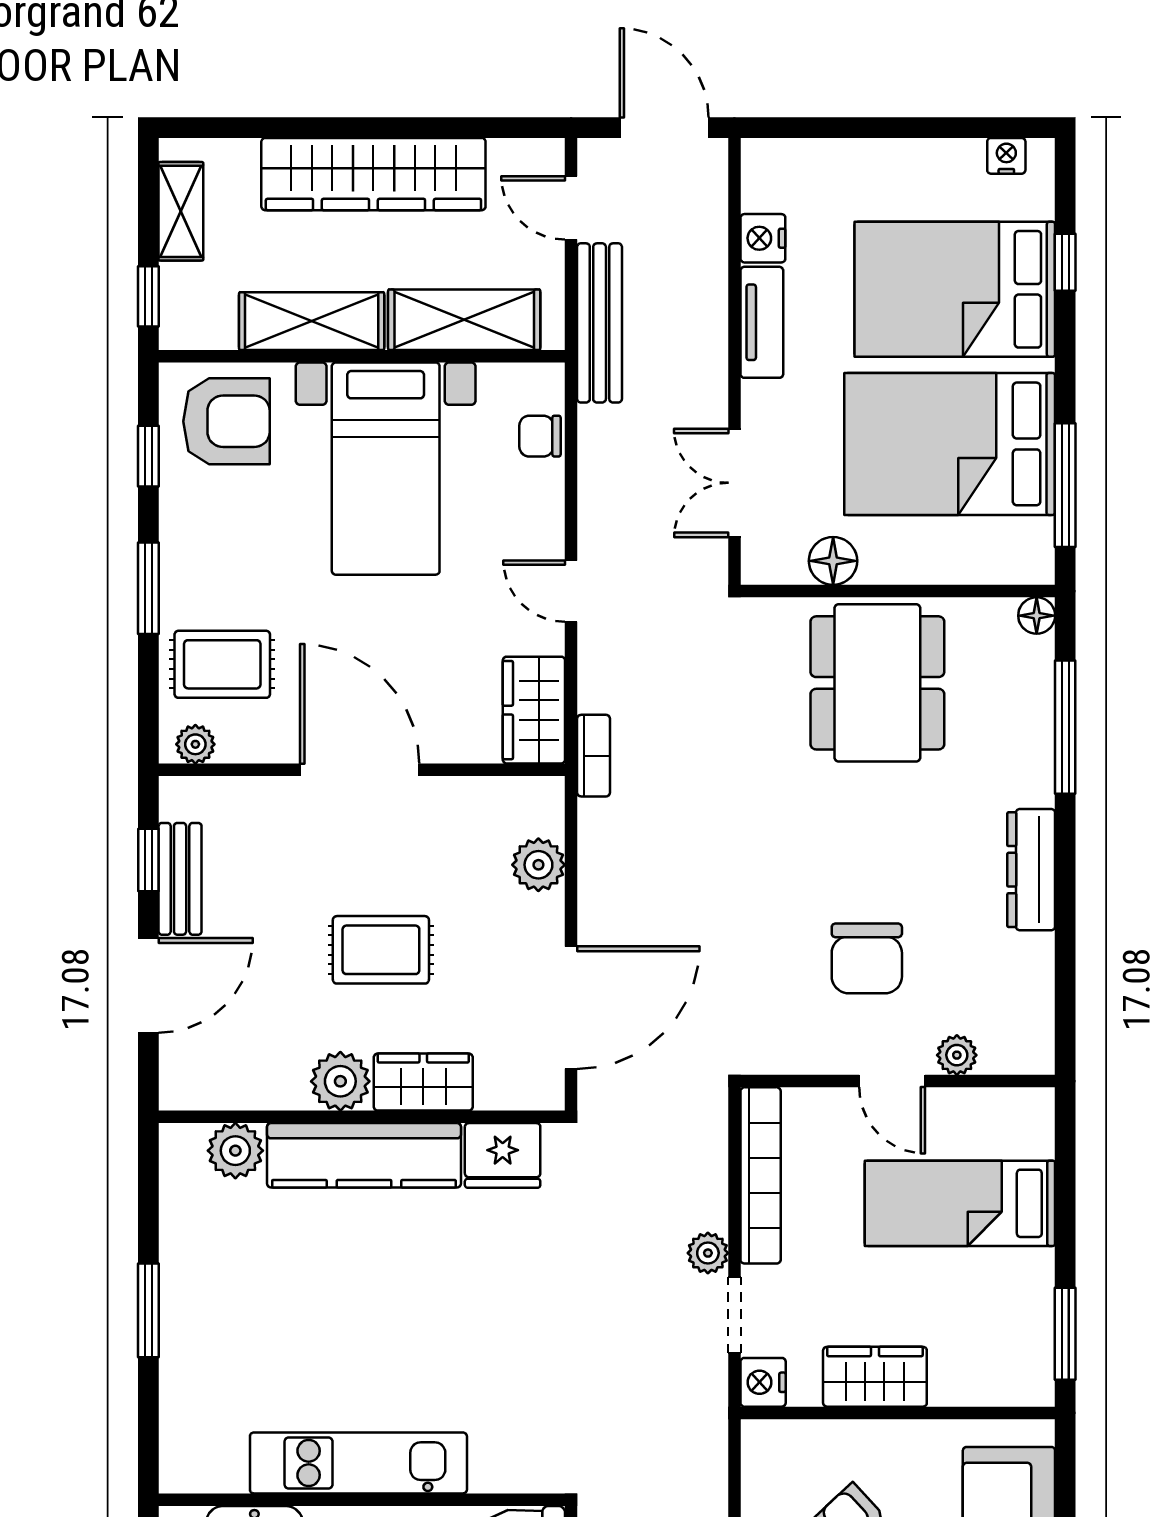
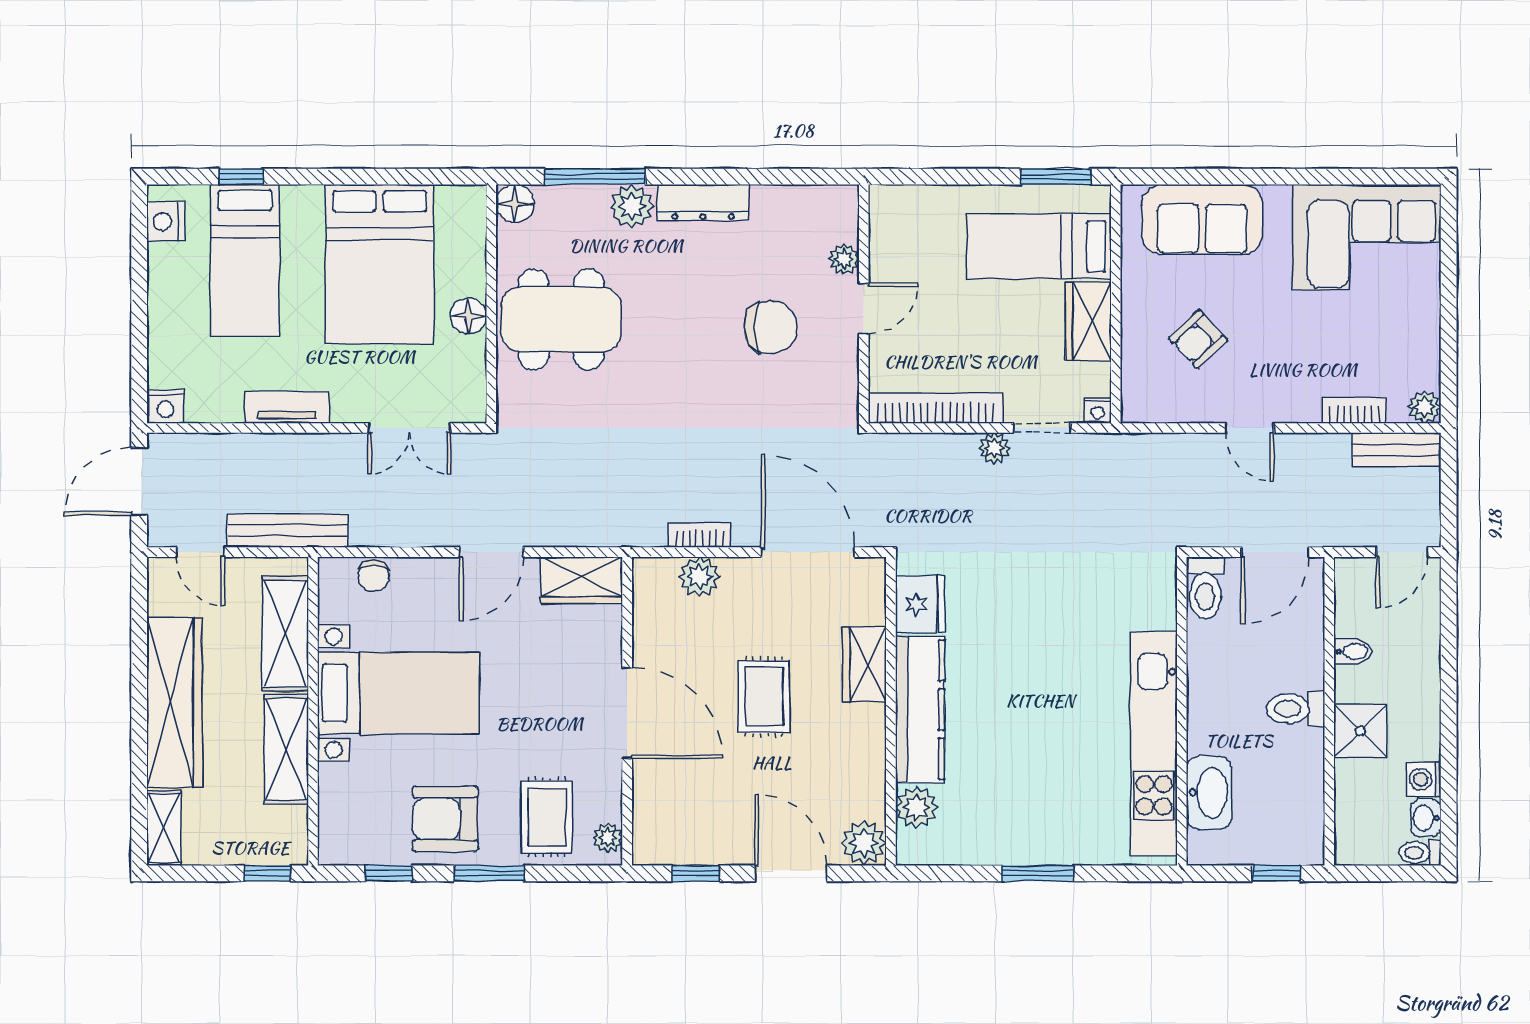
nightstand: (1006, 156) -> (165, 221), width x1.39, depth x1.35
door: (571, 208) -> (200, 552), hinge flipped
shelving: (181, 211) -> (164, 828), moved, turned 90
nightstand: (763, 238) -> (165, 406), moved
bed: (955, 289) -> (245, 260), width x0.67
armchair: (226, 421) -> (445, 819), moved, turned -90
window: (1065, 485) -> (411, 177), removed
floor lamp: (833, 561) -> (468, 316), moved
door: (571, 591) -> (491, 552), width x1.38
floor lamp: (1037, 616) -> (515, 203), width x1.37, depth x1.37
bookcase: (594, 756) -> (700, 535), moved
door: (360, 770) -> (627, 713), swing flipped
plant: (1026, 776) -> (632, 206), added
bench: (180, 879) -> (710, 849), removed
plant: (340, 1081) -> (864, 843), moved
bed: (960, 1203) -> (1039, 246), moved, turned 90
nightstand: (763, 1382) -> (1098, 411), width x0.72, depth x0.74
kitchen unit: (358, 1463) -> (1154, 744), width x1.36

